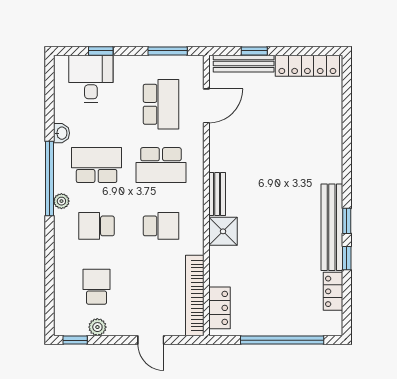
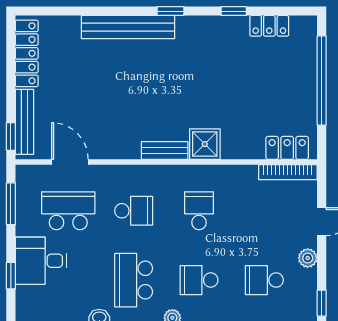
window: (254, 51) -> (11, 136), moved
desk: (91, 79) -> (41, 261), moved
school desk: (161, 165) -> (134, 211), width x0.54
window: (347, 221) -> (171, 11), moved
school desk: (97, 226) -> (199, 280), turned 90
bench: (332, 227) -> (128, 27), moved
bookcase: (195, 296) -> (288, 172), width x0.68, depth x0.76
plant: (97, 327) -> (308, 258), moved

